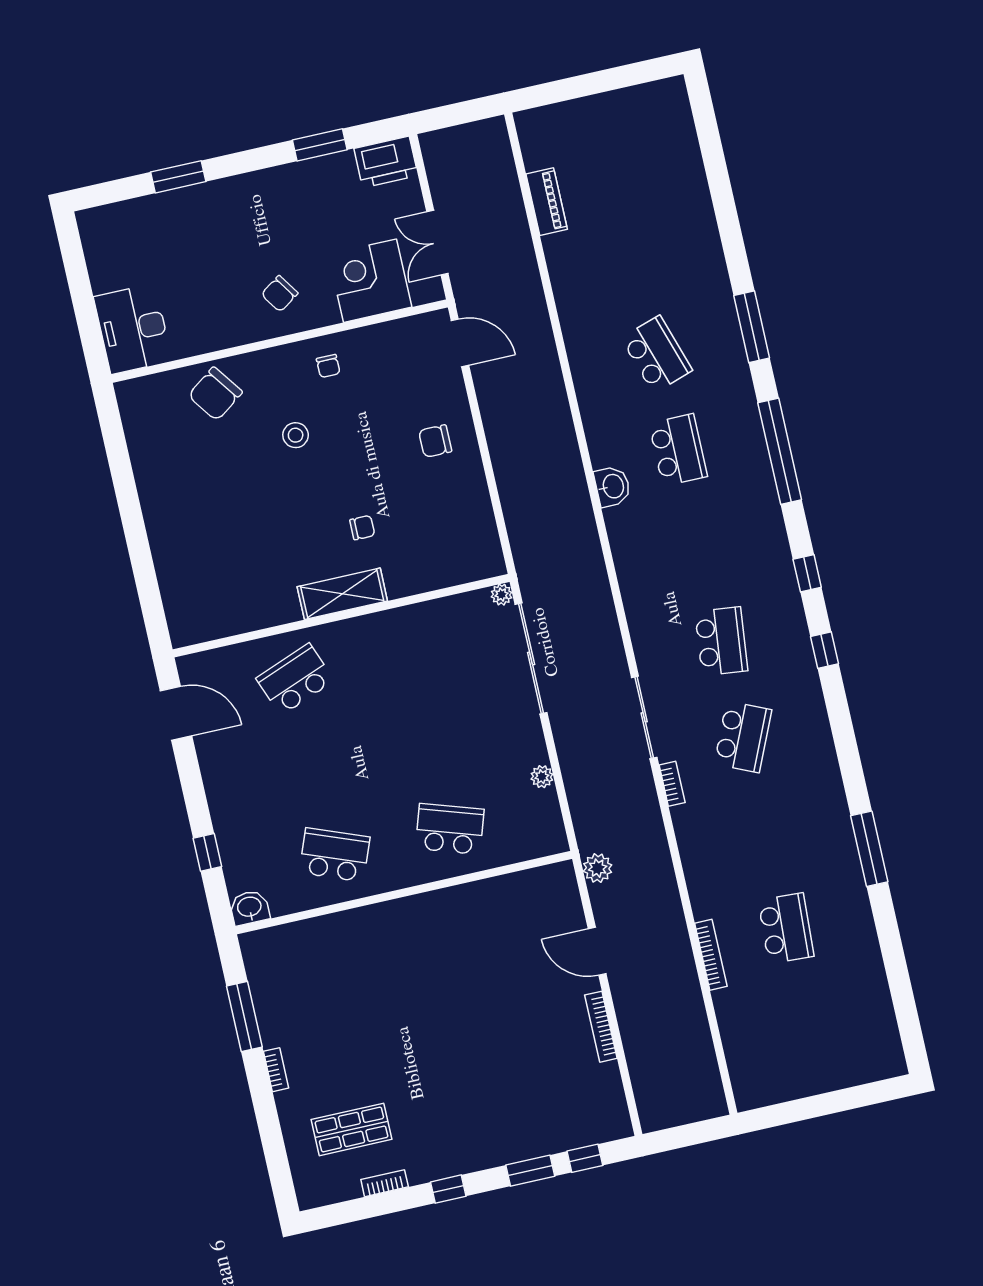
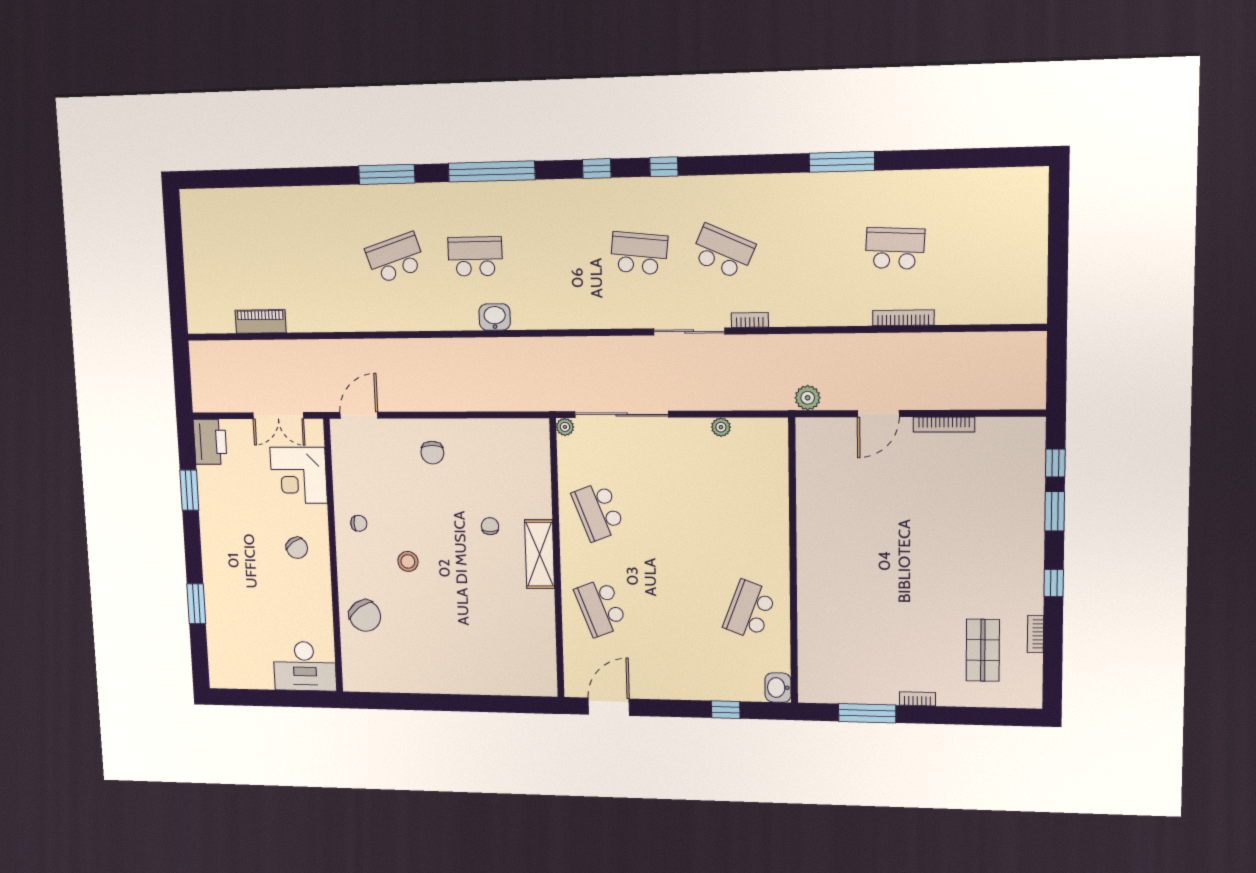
school desk: (450, 829) -> (598, 511), moved, turned -39

